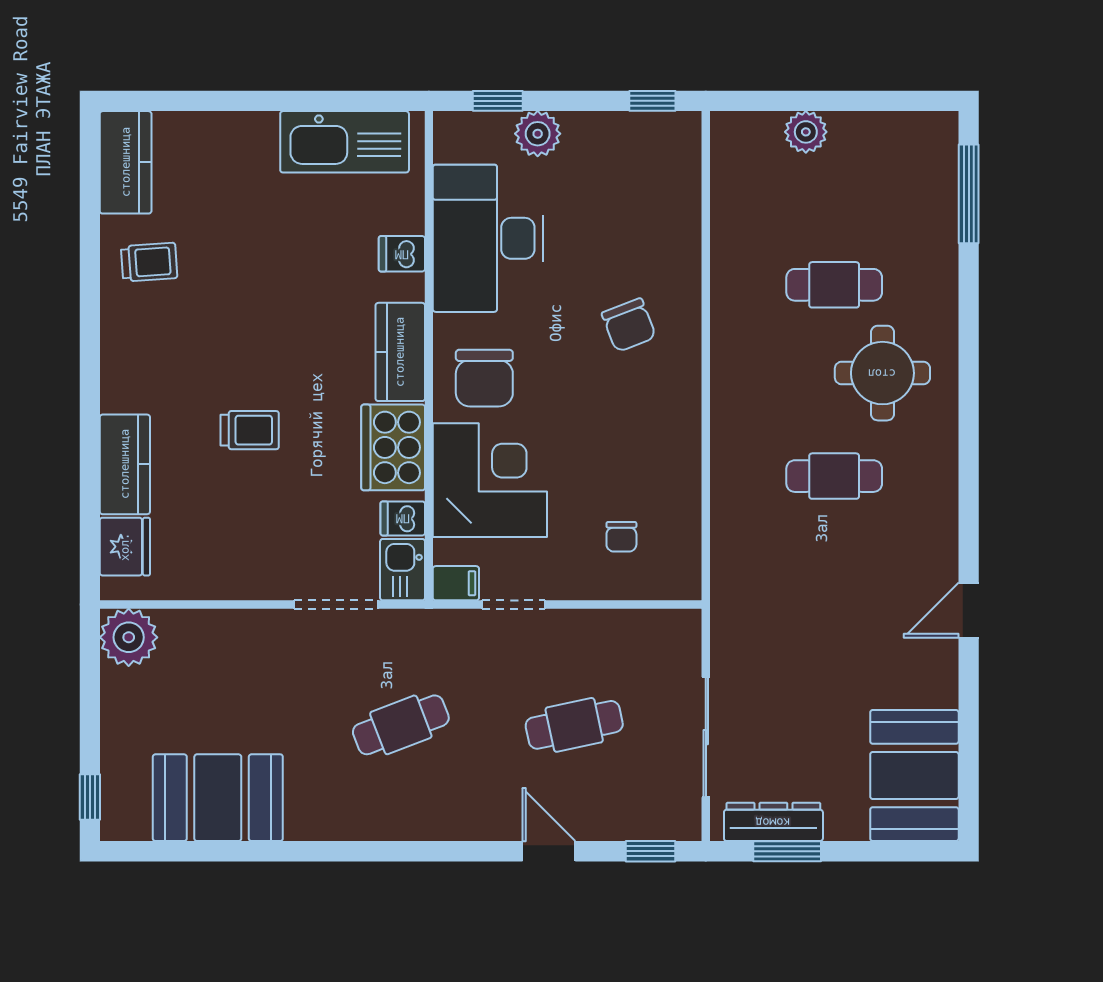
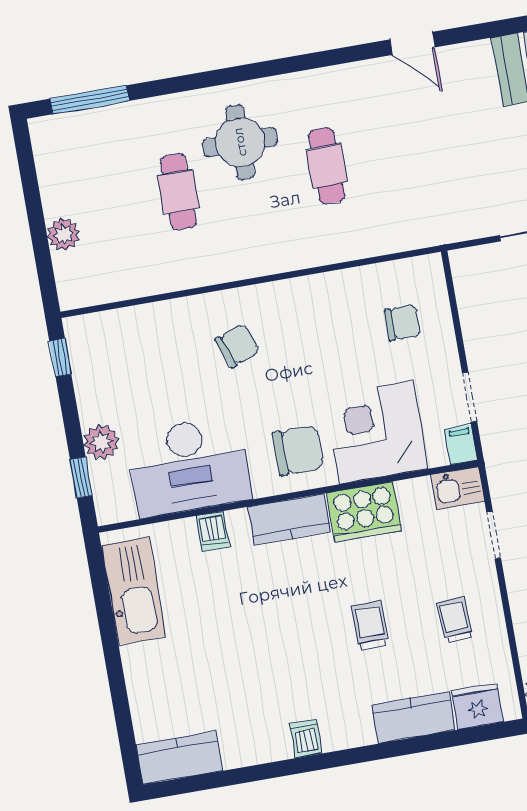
trolley: (149, 262) -> (455, 620), moved
dishwasher: (403, 518) -> (306, 739), moved, turned 180
chair: (621, 537) -> (402, 323), width x1.37, depth x1.37
doorway: (336, 604) -> (494, 535), width x0.73

